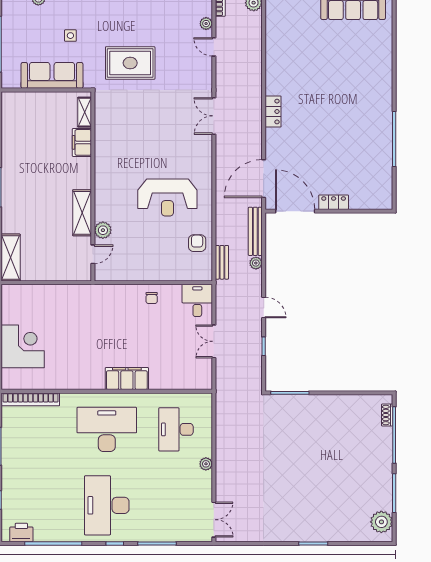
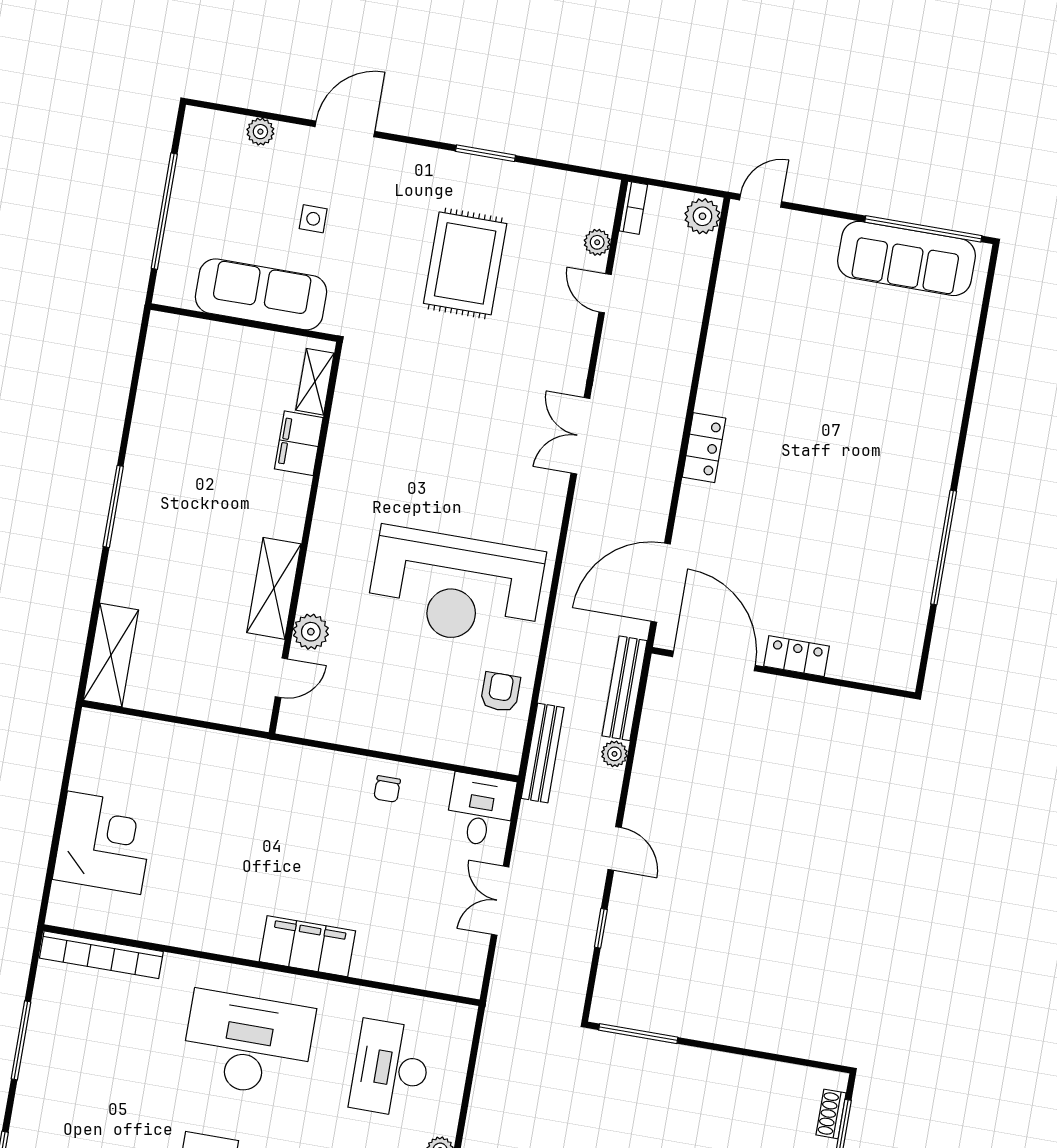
rug: (130, 63) -> (465, 263), moved, turned 90
reception desk: (167, 198) -> (456, 587), width x1.36, depth x1.30
bench: (222, 262) -> (543, 753), width x1.36

